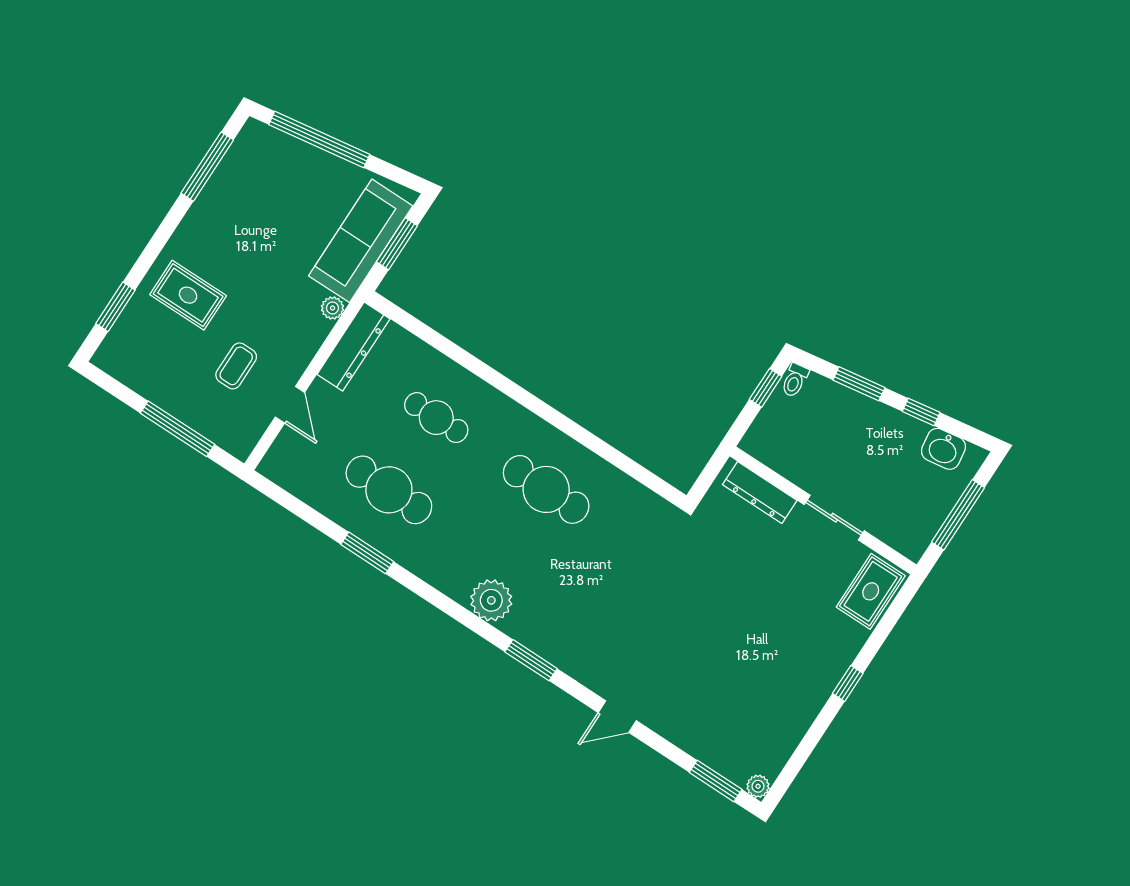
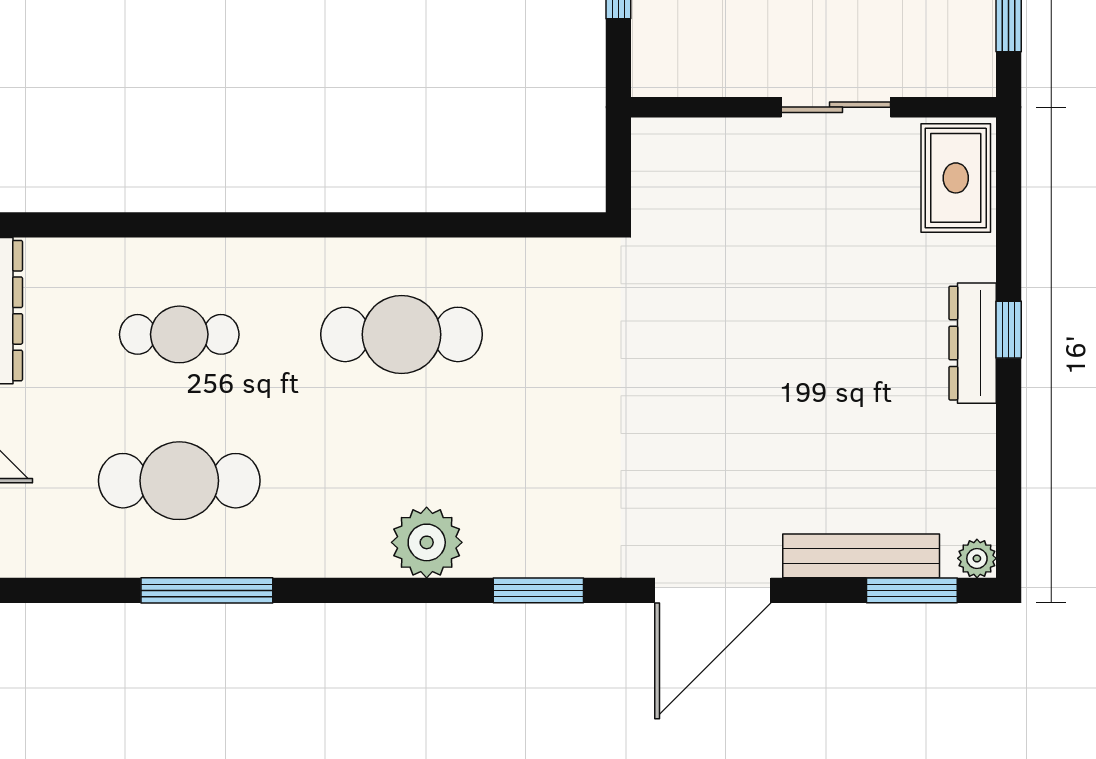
dresser: (760, 493) -> (973, 343), moved, turned 90
window: (367, 553) -> (207, 590), width x1.44
door: (617, 717) -> (713, 590), width x1.87
bench: (702, 748) -> (861, 556), added

